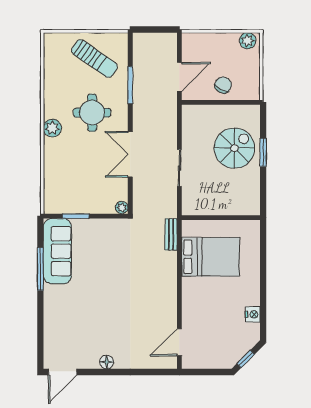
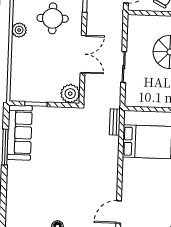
double door: (130, 154) -> (83, 54), swing flipped
plant: (122, 208) -> (70, 94), width x1.87, depth x1.87

